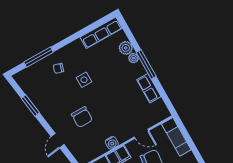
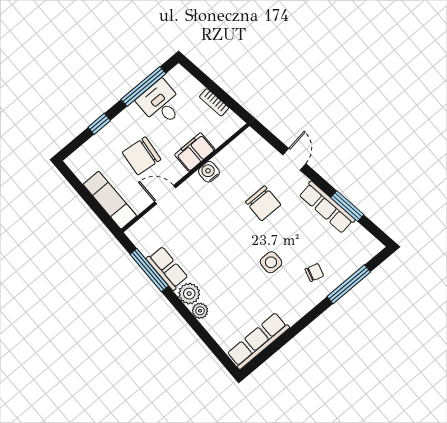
plant: (126, 48) -> (189, 294), moved
window: (146, 64) -> (149, 270), moved
row of seats: (43, 107) -> (327, 207), added
chair: (82, 117) -> (263, 203), turned 180

